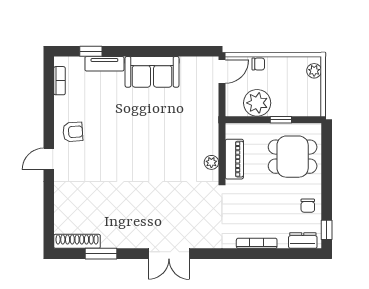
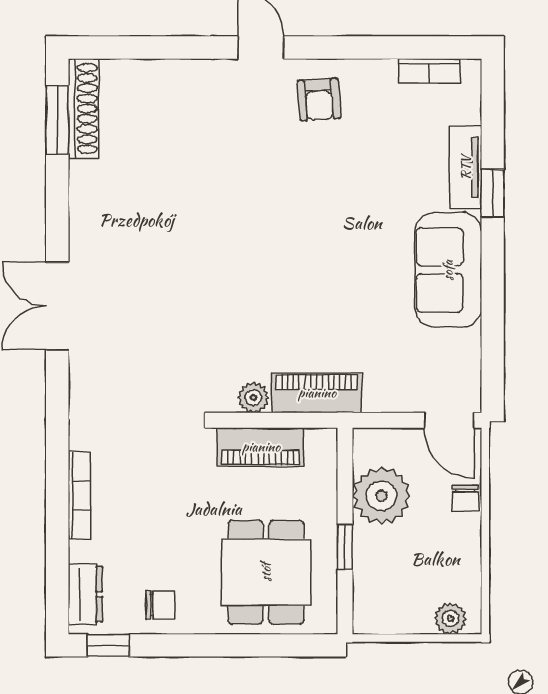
window: (91, 51) -> (493, 193), moved
piano: (209, 133) -> (317, 393), added
chair: (308, 206) -> (160, 605), turned 180
window: (101, 254) -> (57, 120), moved

